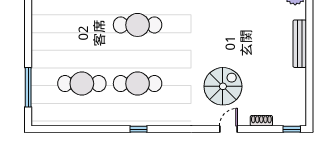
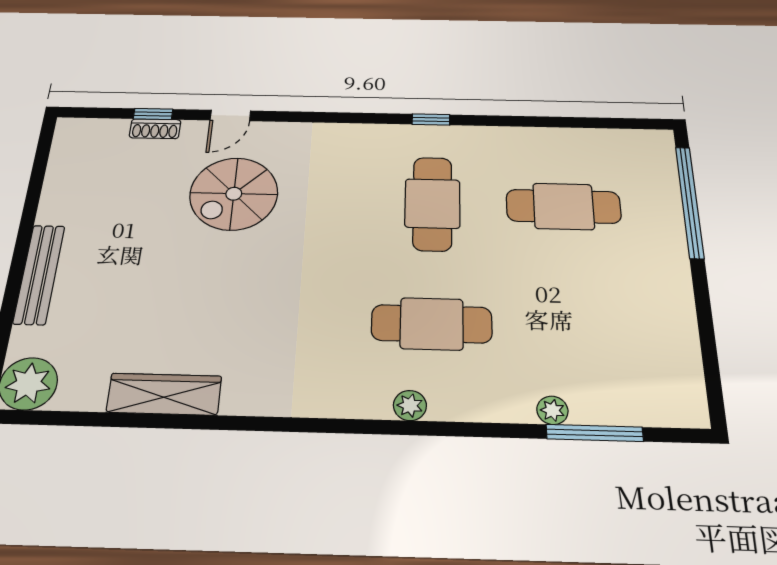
cafe table: (138, 84) -> (432, 203), turned 90
window: (28, 87) -> (690, 202), width x1.46
window: (292, 129) -> (153, 114), moved

